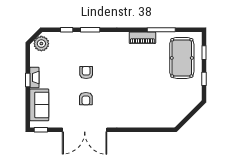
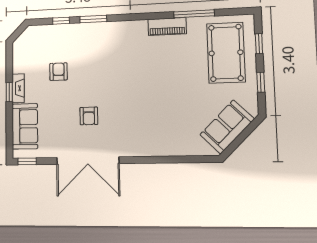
plant: (41, 44) -> (27, 41), removed
armchair: (86, 72) -> (59, 72), moved
sofa: (181, 108) -> (227, 127), added

